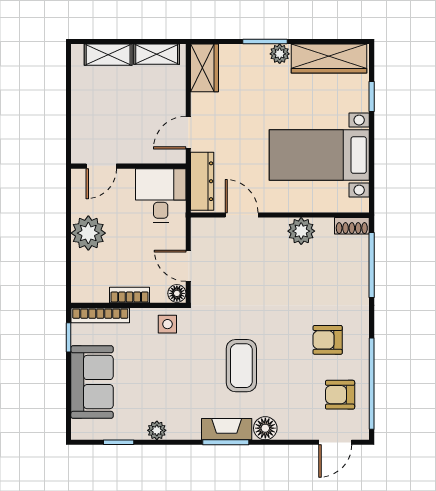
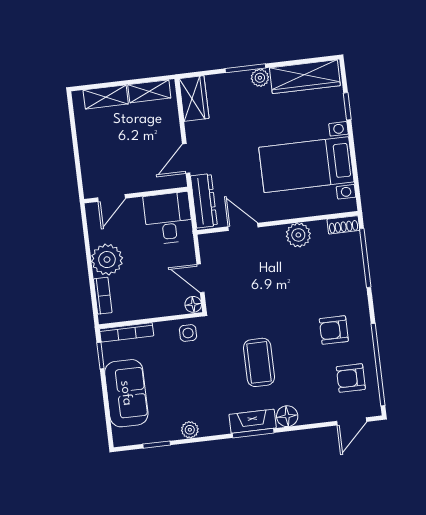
bookcase: (130, 295) -> (103, 296), moved, turned 90

